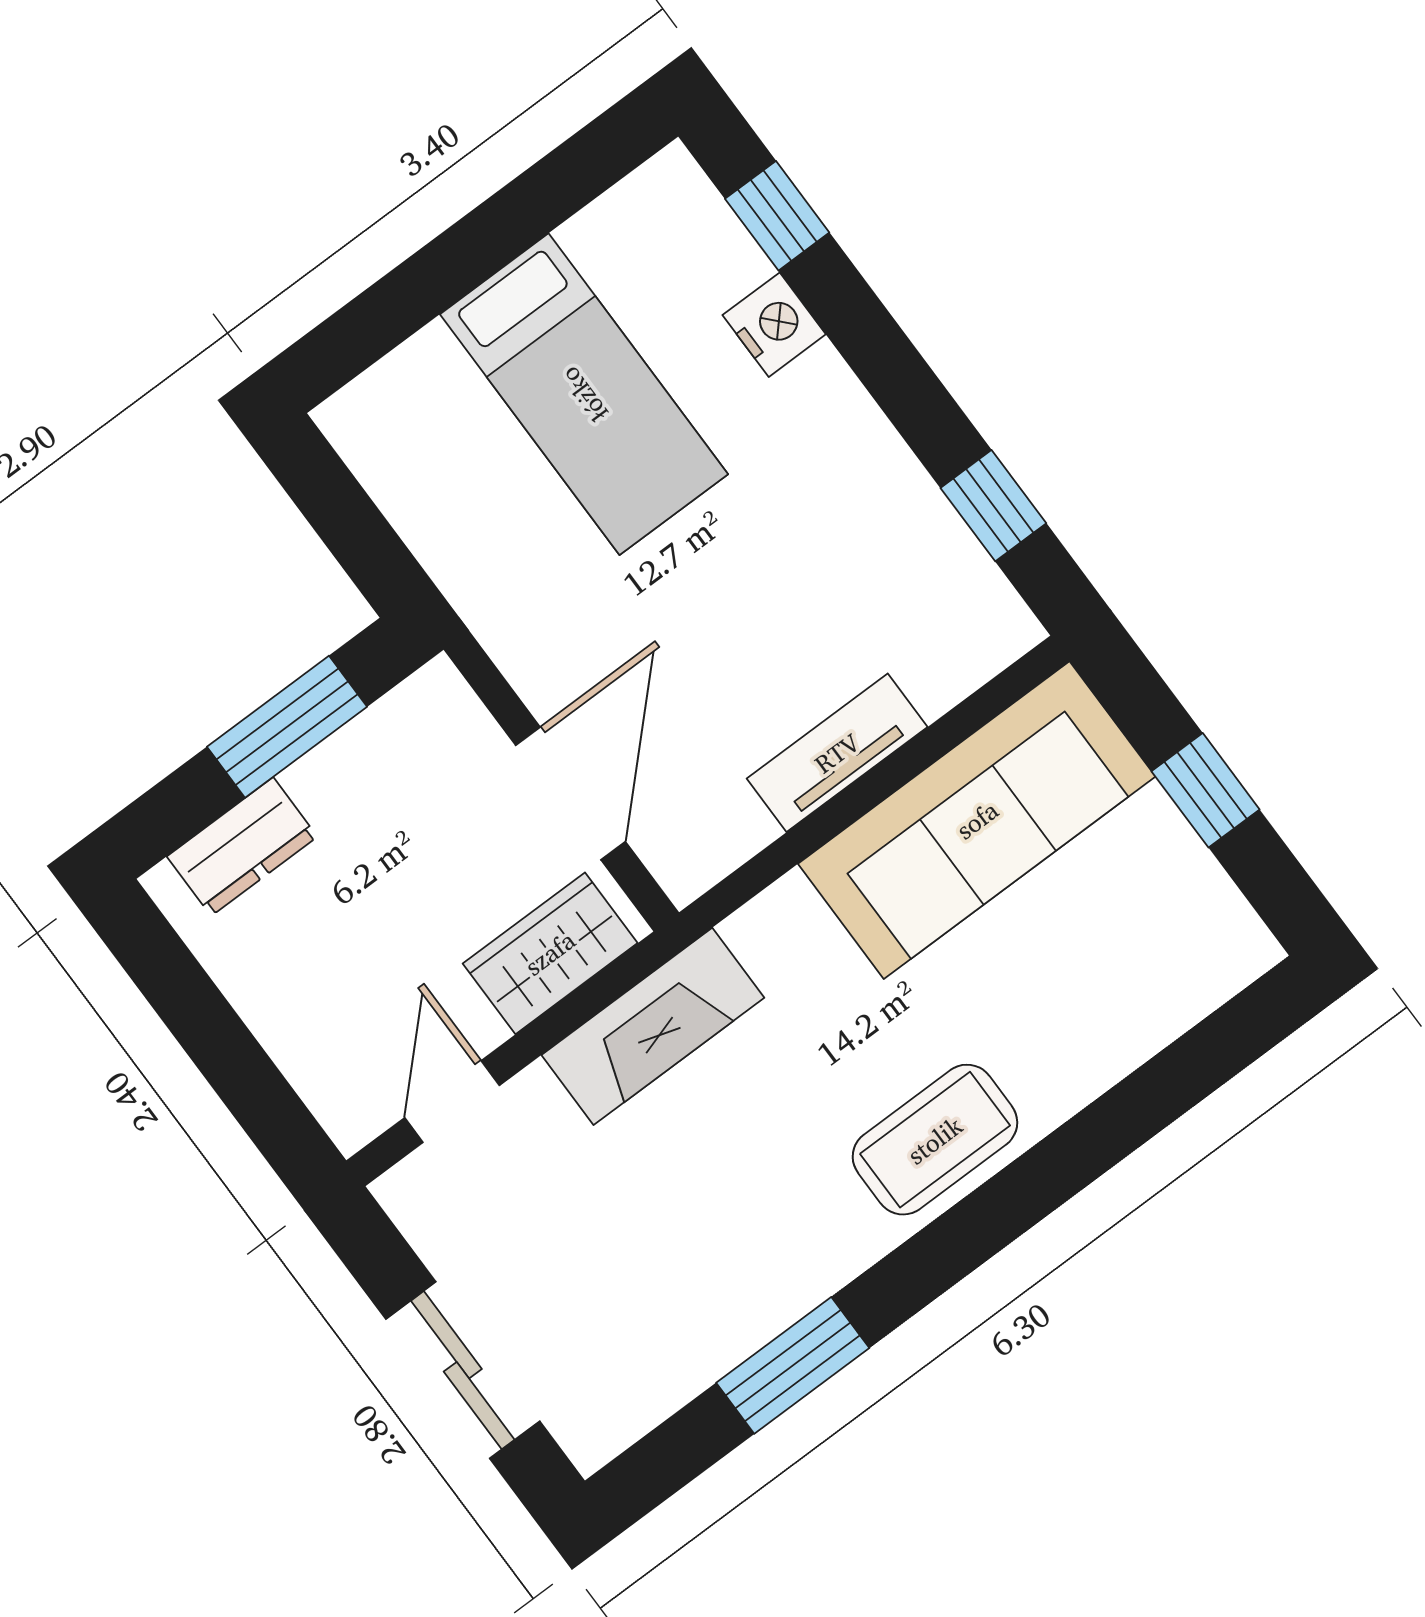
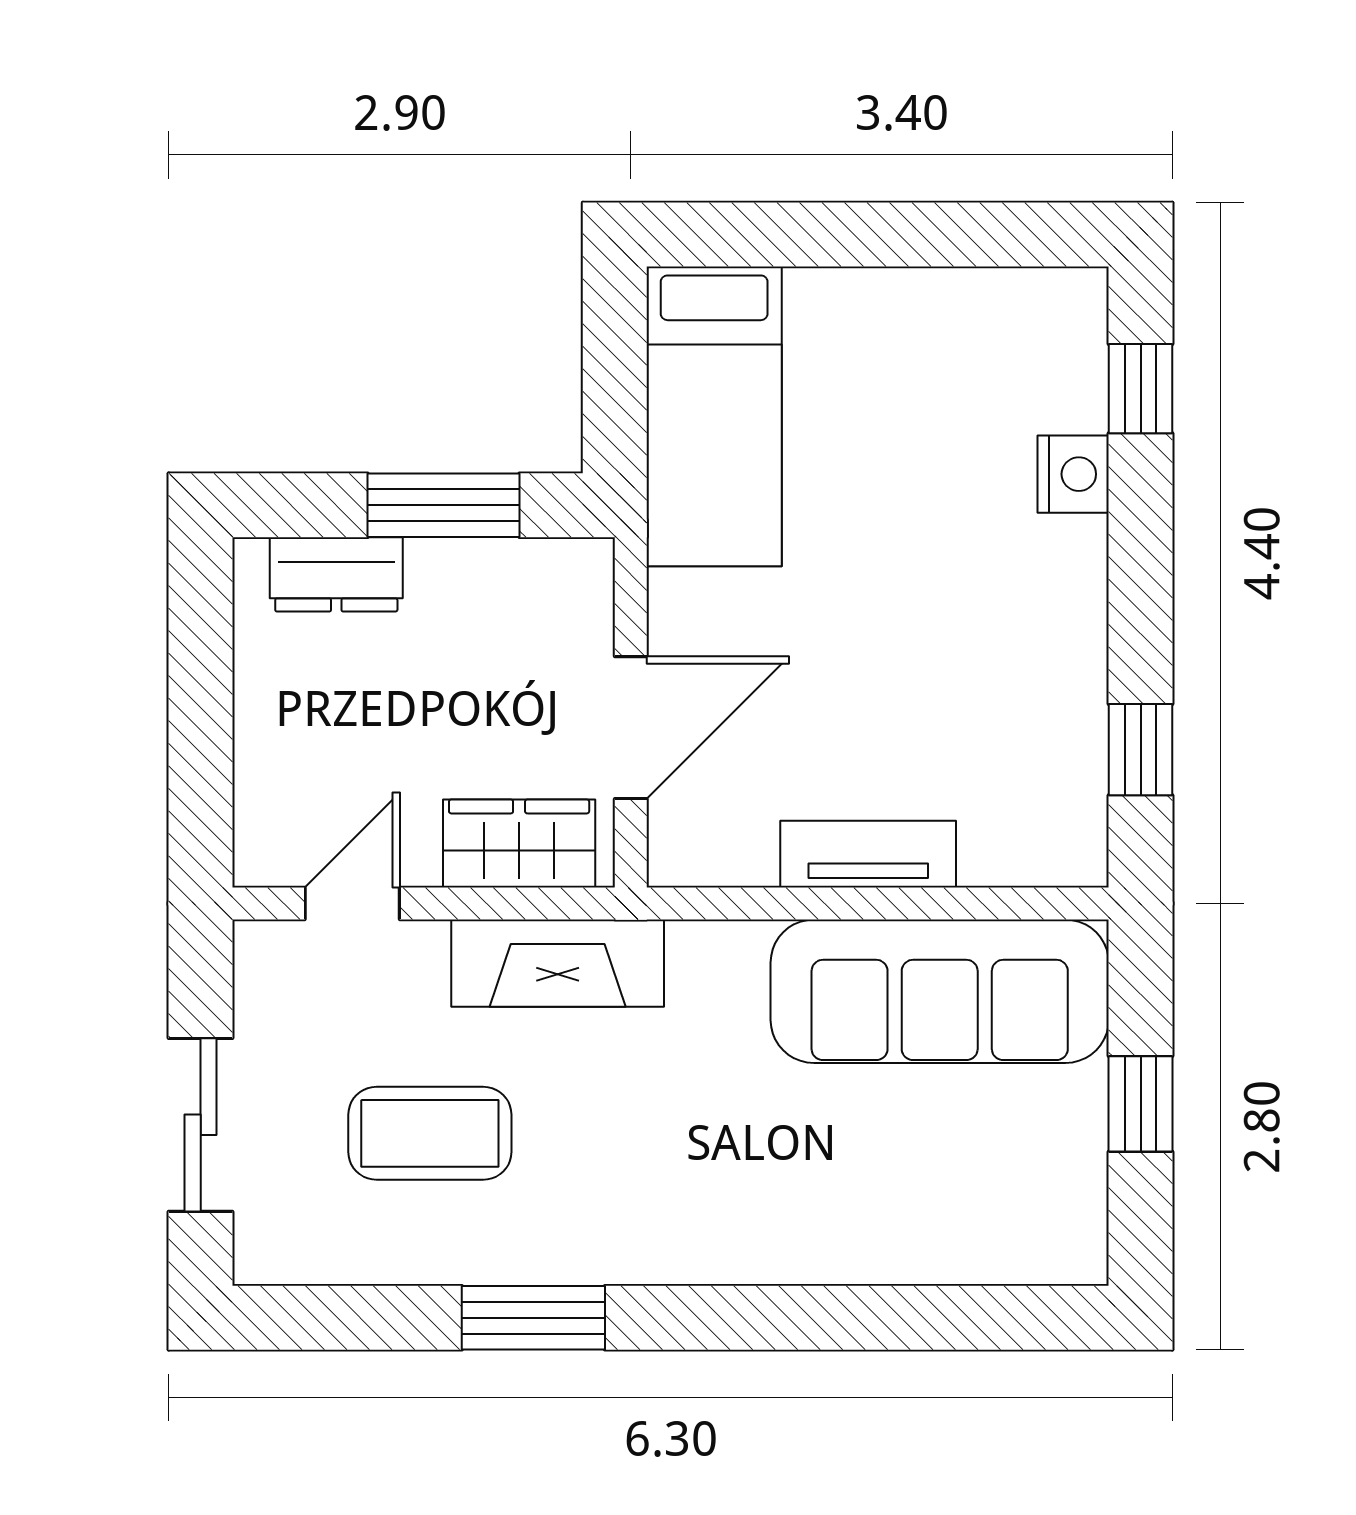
bed: (584, 394) -> (714, 416), moved
coffee table: (935, 1140) -> (430, 1133), moved
window: (793, 1365) -> (533, 1318), moved

